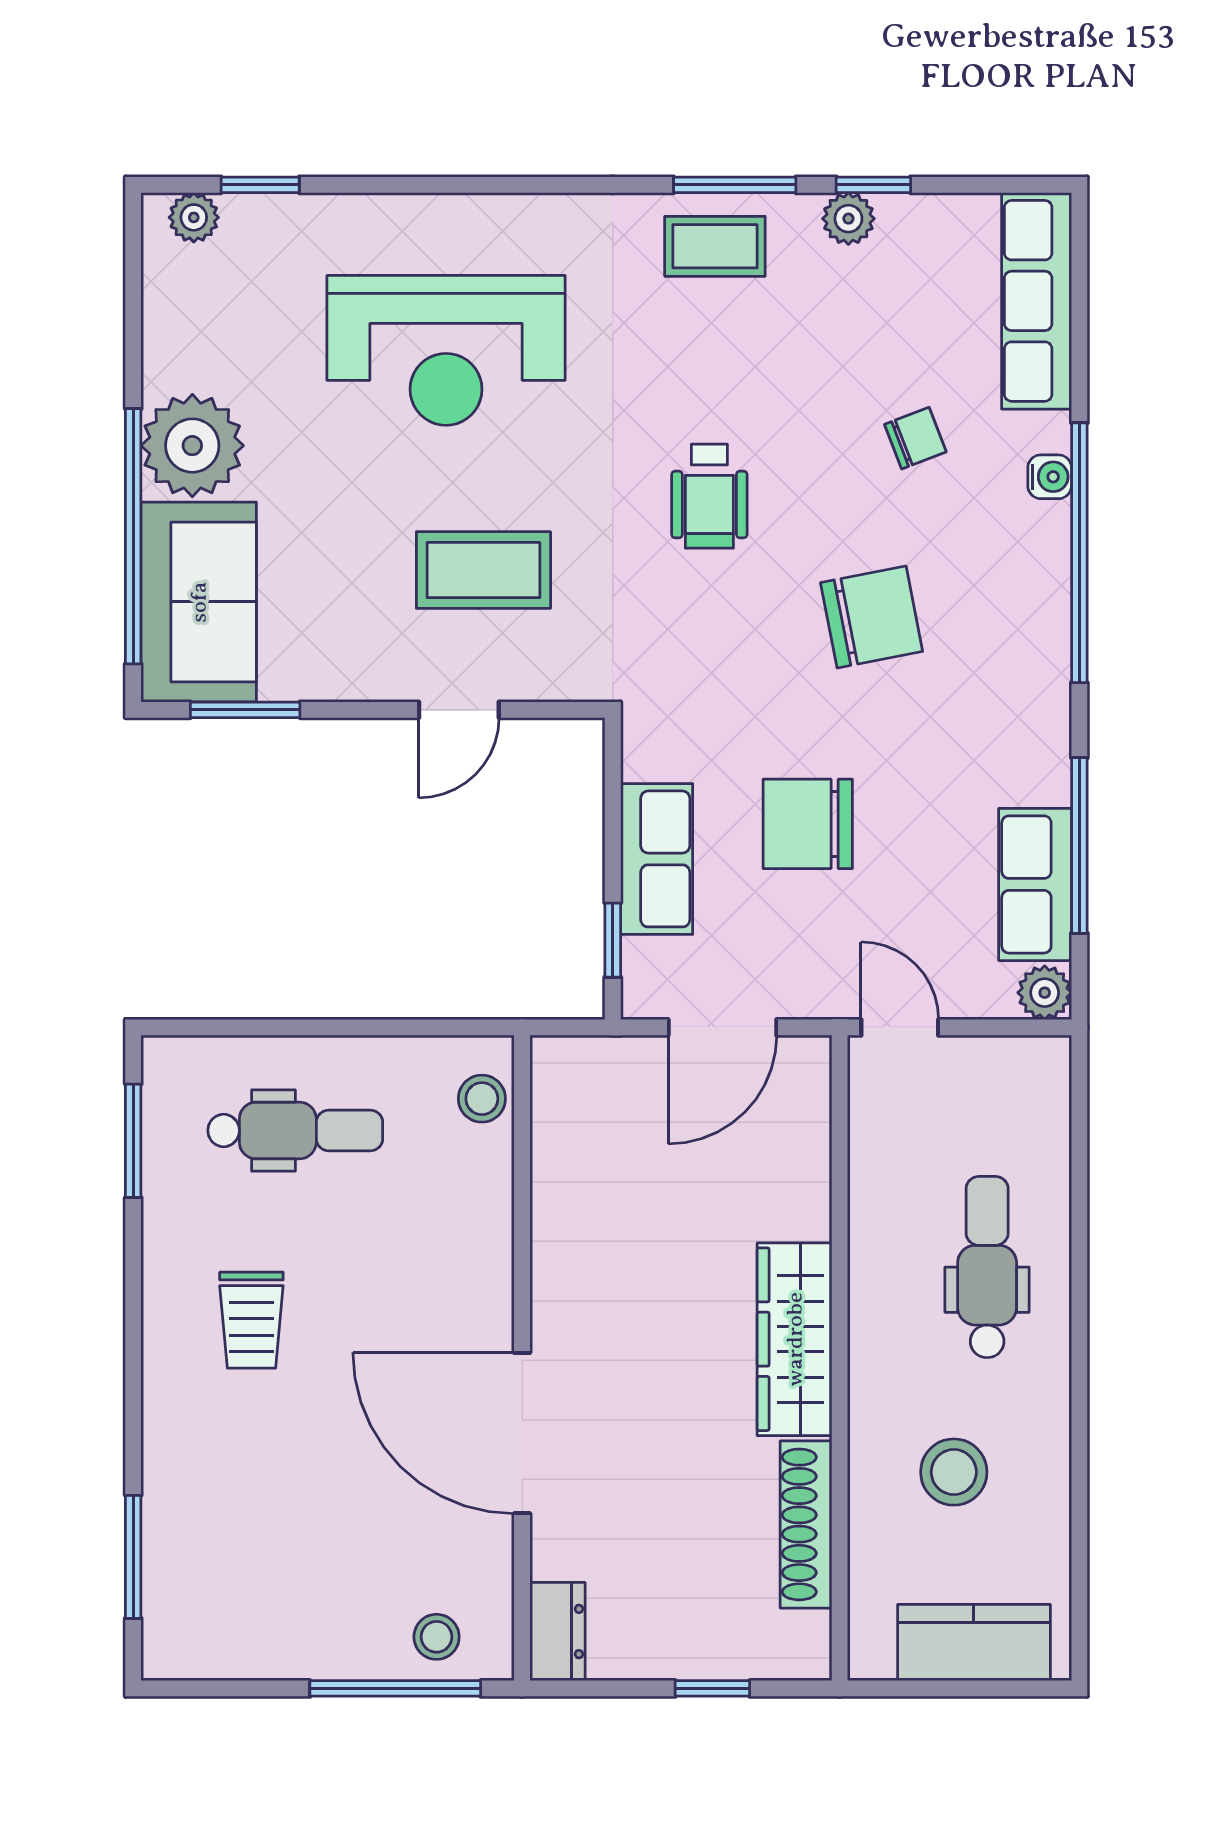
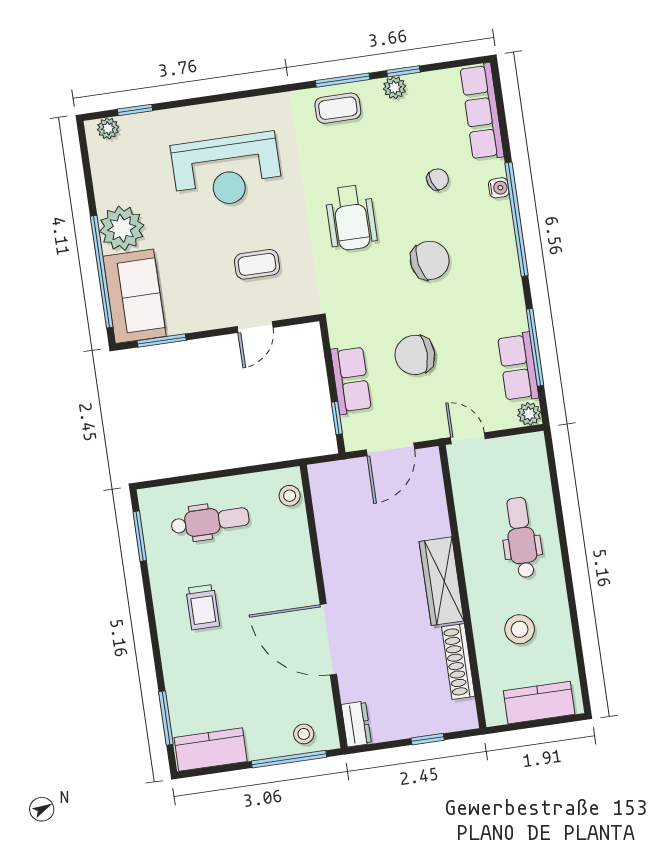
wheelchair: (709, 496) -> (351, 218), width x1.36, depth x1.37
coffee table: (483, 570) -> (257, 264), width x0.73, depth x0.77
kitchen counter: (223, 1642) -> (211, 750), added

